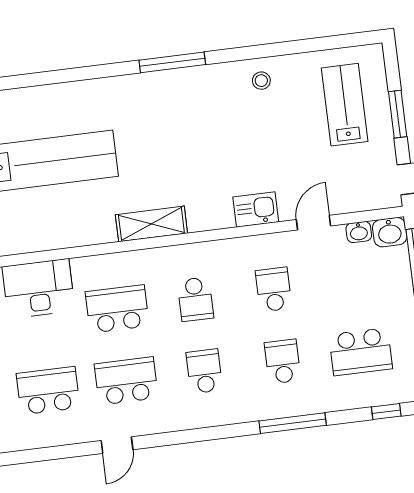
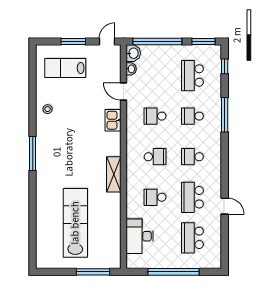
school desk: (117, 309) -> (155, 197), width x0.54
school desk: (361, 352) -> (192, 76), turned 180

